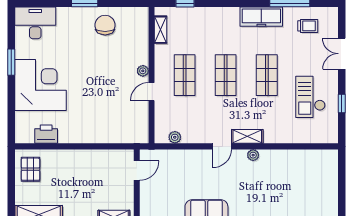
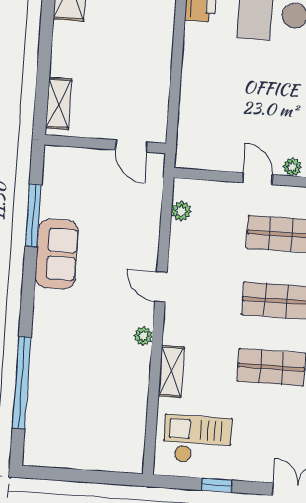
checkout: (311, 97) -> (197, 440), moved
shelving: (247, 136) -> (171, 371), moved

